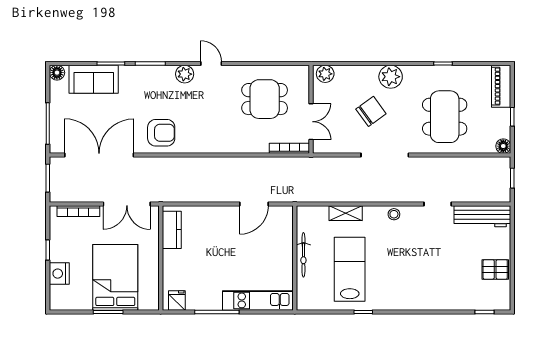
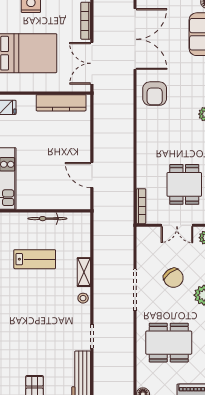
double door: (311, 122) -> (177, 225), moved
shelving: (346, 213) -> (84, 272), moved
kitchen counter: (172, 230) -> (61, 103), width x1.50
lab bench: (350, 269) -> (35, 259), width x0.73, depth x0.72

